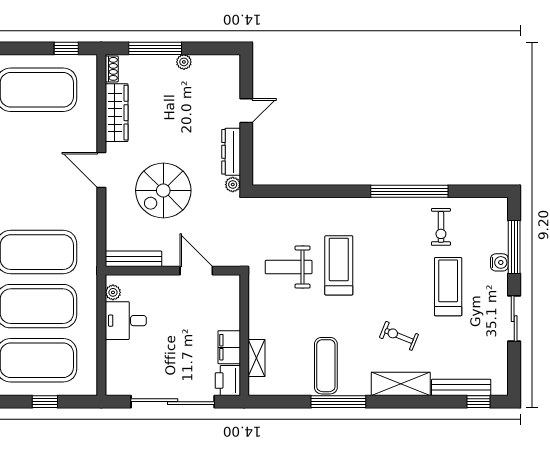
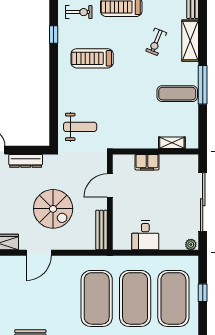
plant: (233, 185) -> (49, 160), removed
window: (409, 191) -> (54, 34), width x0.32
treadmill: (339, 265) -> (92, 58), moved
weight bench: (289, 267) -> (80, 127), moved, turned -90
plant: (113, 292) -> (191, 245), moved
filing cabinet: (229, 347) -> (147, 162), moved
printer: (228, 381) -> (188, 163), removed

